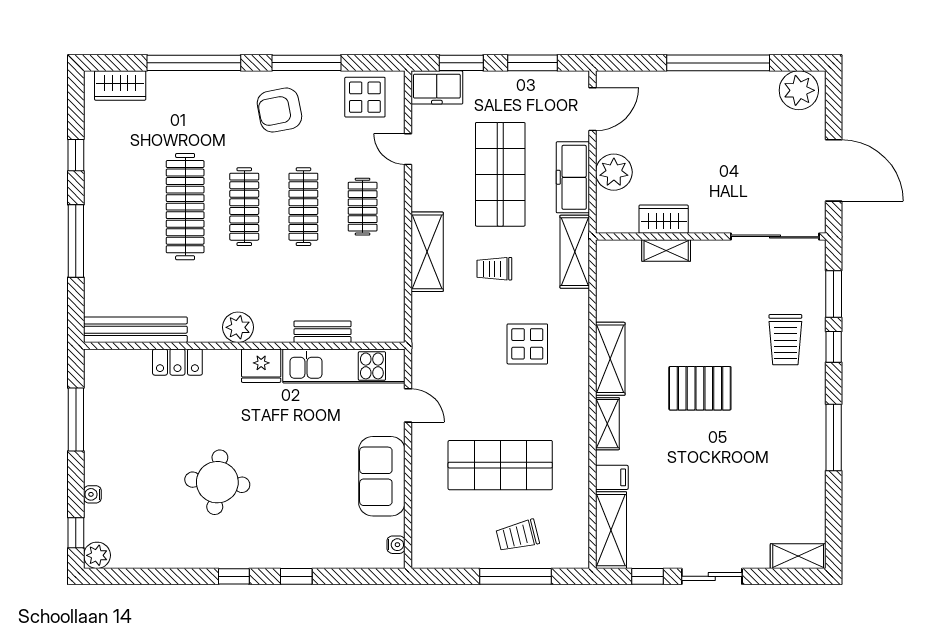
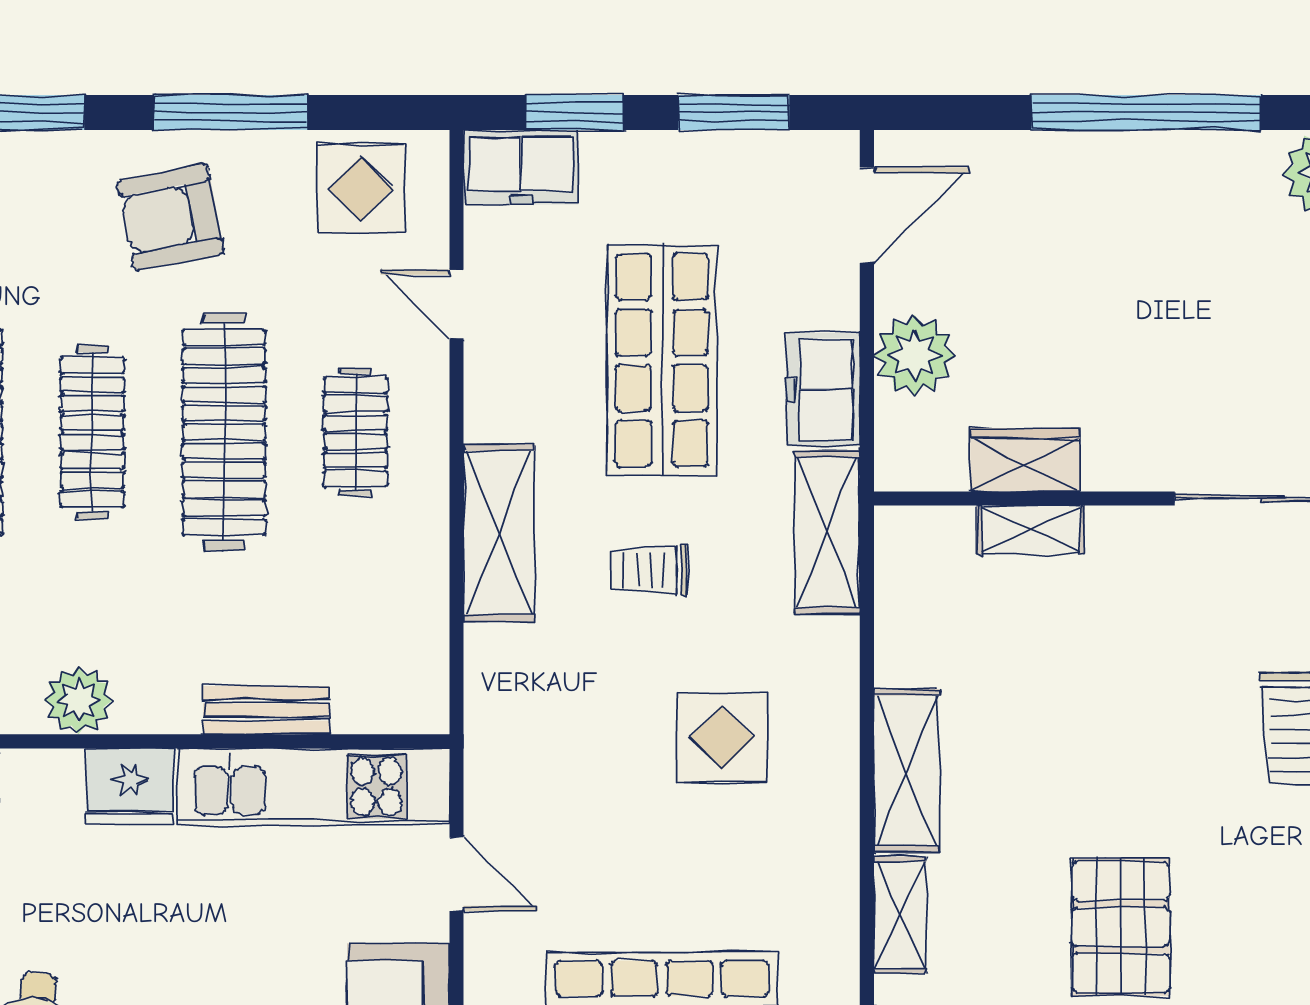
freezer: (573, 177) -> (823, 389), width x0.71
clothes rail: (303, 207) -> (224, 432), width x1.37, depth x1.31
pallet: (700, 388) -> (1121, 927), moved, turned 90

